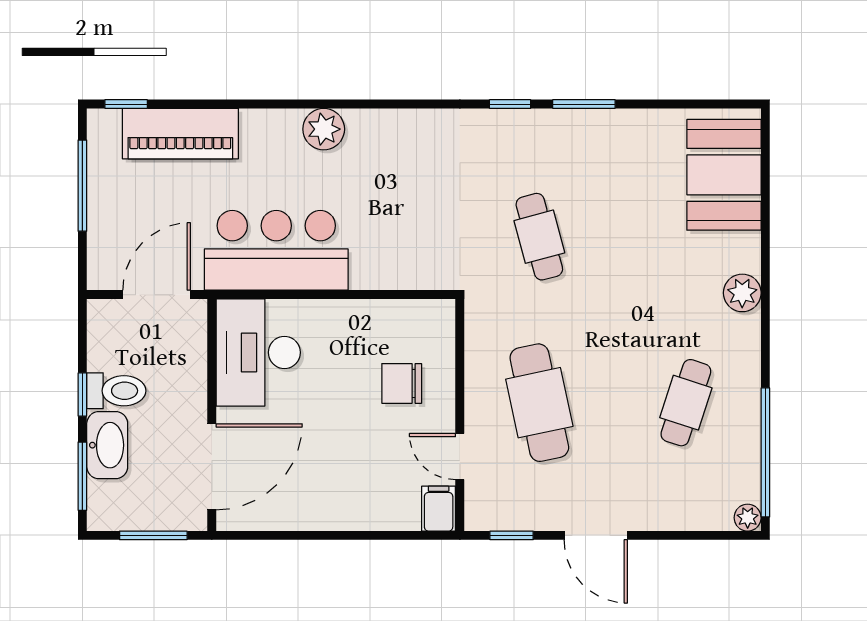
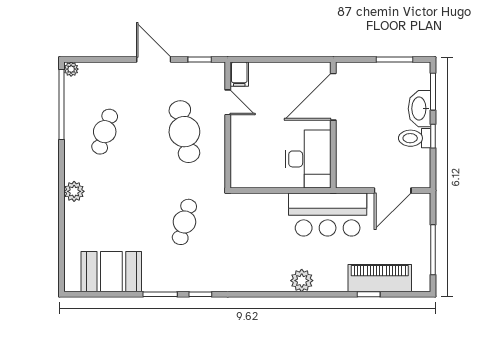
window: (126, 104) -> (369, 294), moved
booth: (724, 175) -> (111, 272), moved, turned 90
cafe table: (539, 237) -> (184, 222), turned 30
desk: (258, 352) -> (308, 159), moved
chair: (402, 383) -> (259, 142), removed
wall: (212, 415) -> (333, 125), moved
door: (212, 467) -> (333, 97), moved

